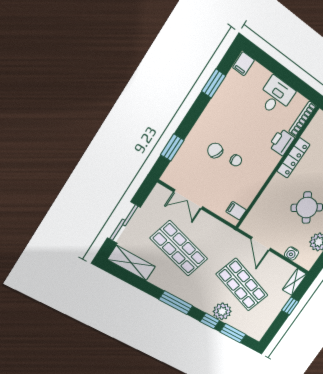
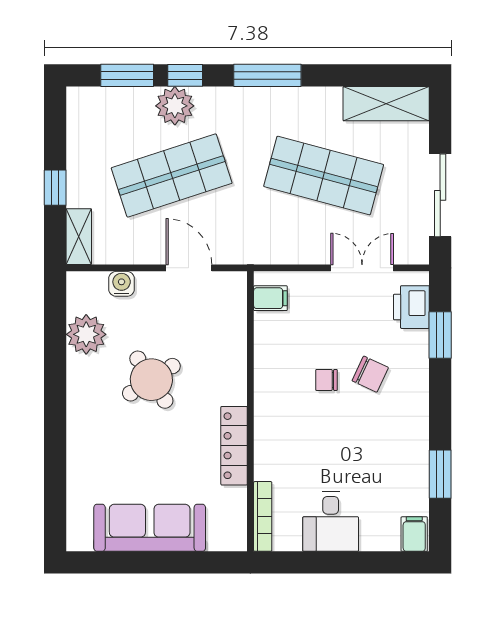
printer: (282, 142) -> (411, 307), moved, turned 180
sliding door: (124, 222) -> (440, 195), moved
shop shelf: (242, 285) -> (172, 176), turned -36

